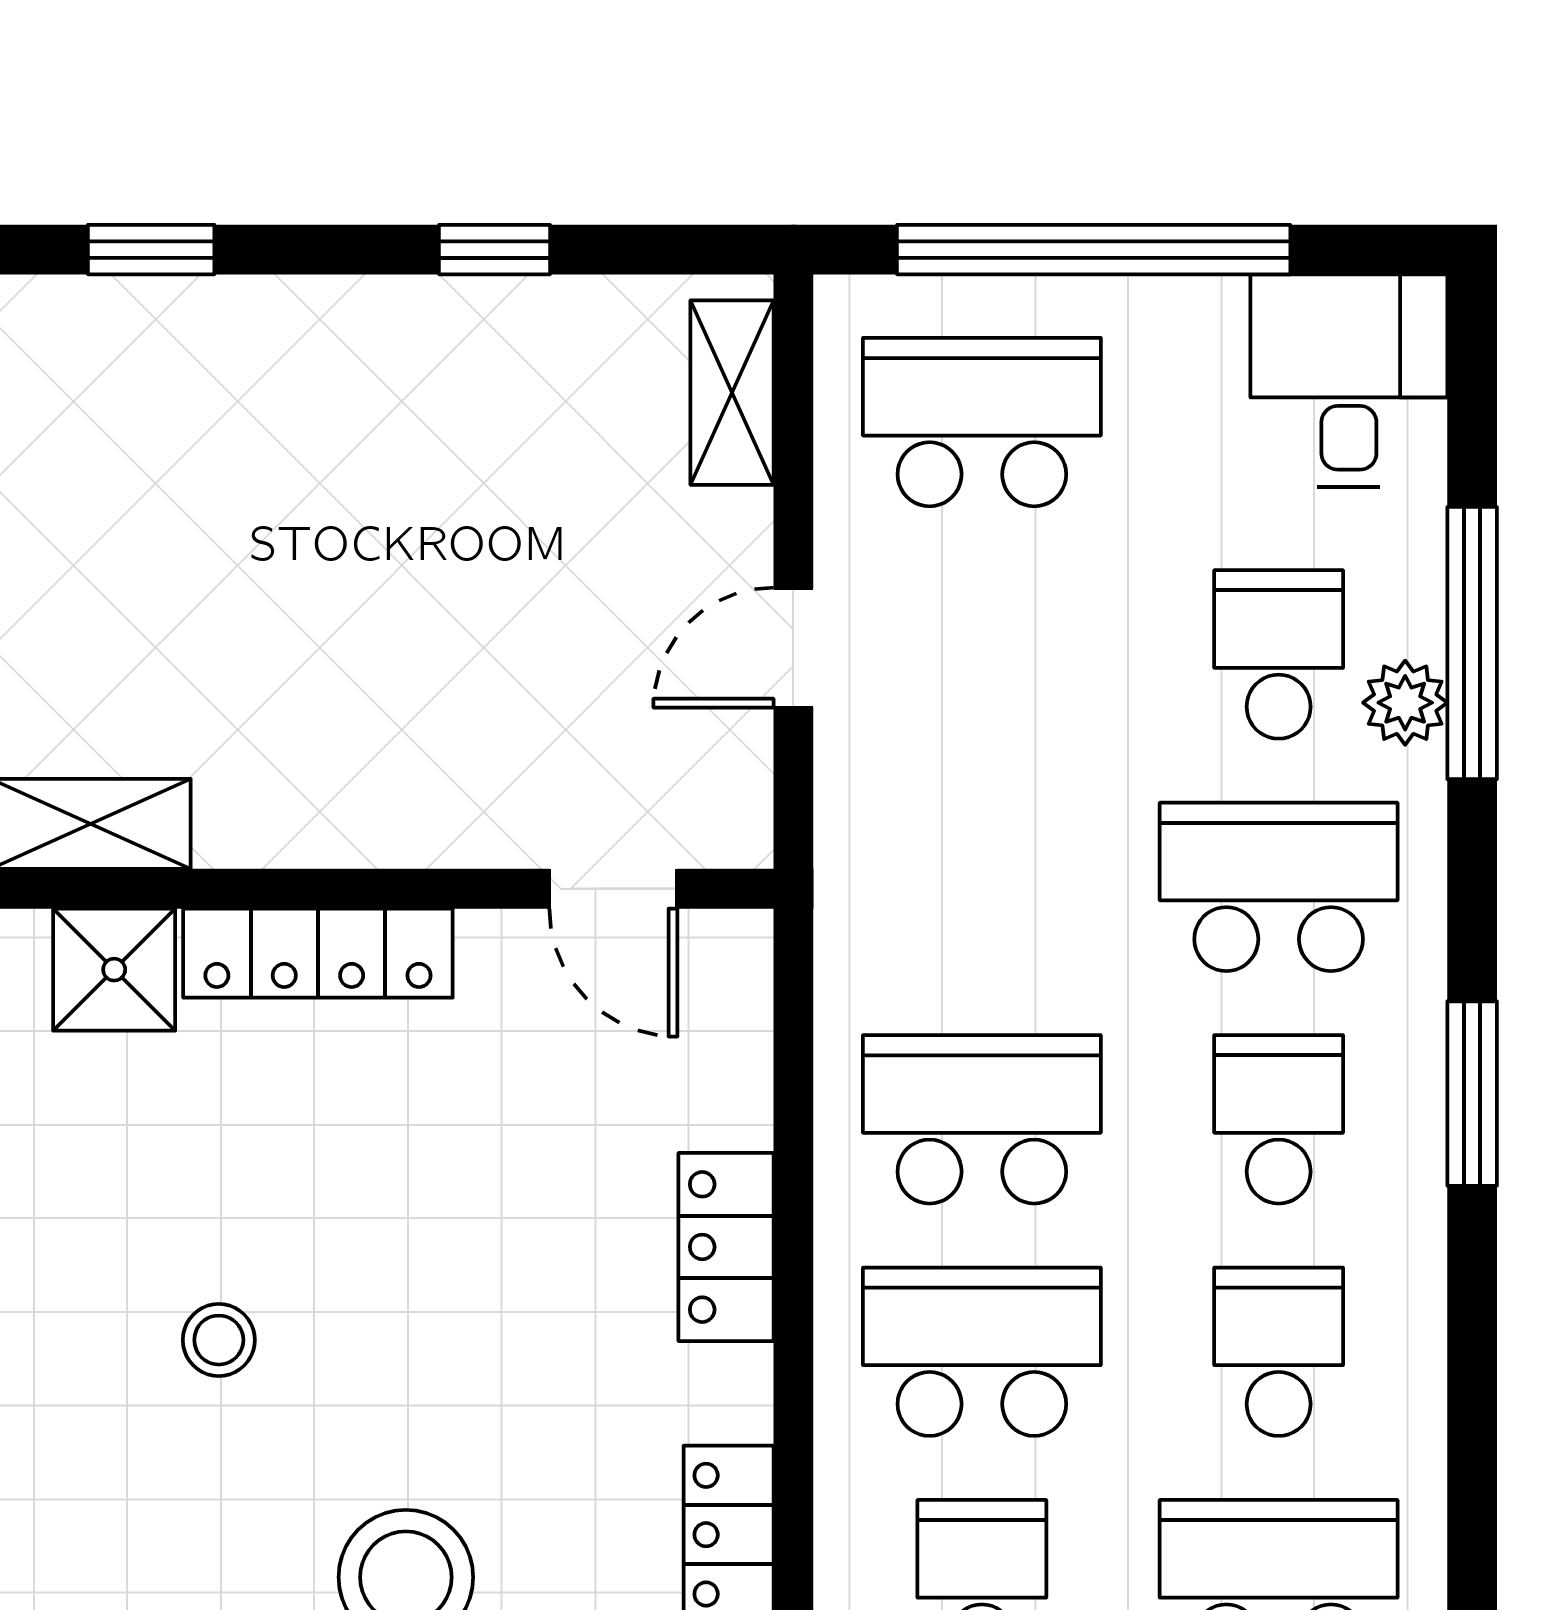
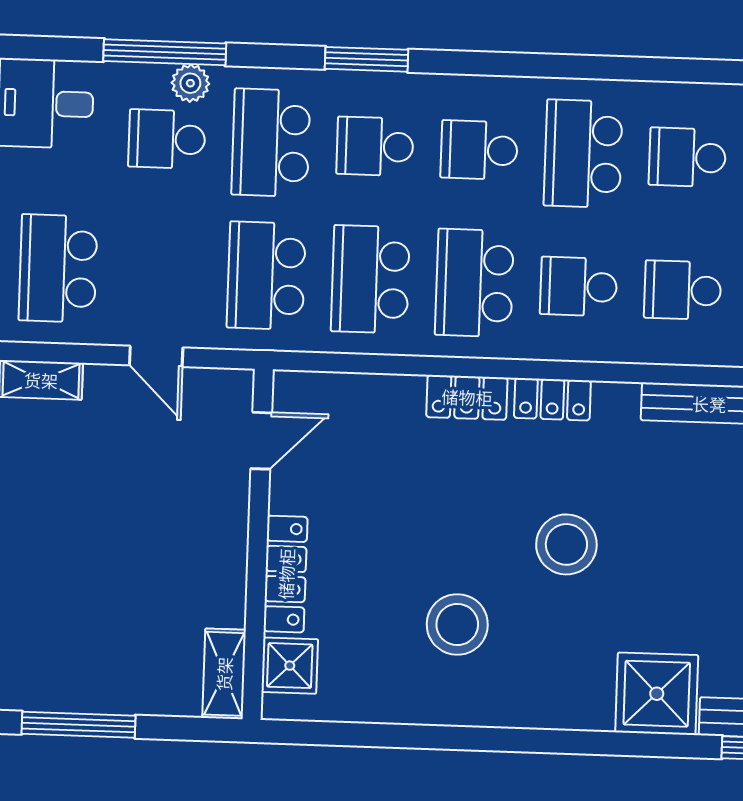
school desk: (982, 887) -> (266, 276), added
locker: (726, 1247) -> (467, 397), moved
stool: (219, 1340) -> (457, 624), width x1.89, depth x1.89

